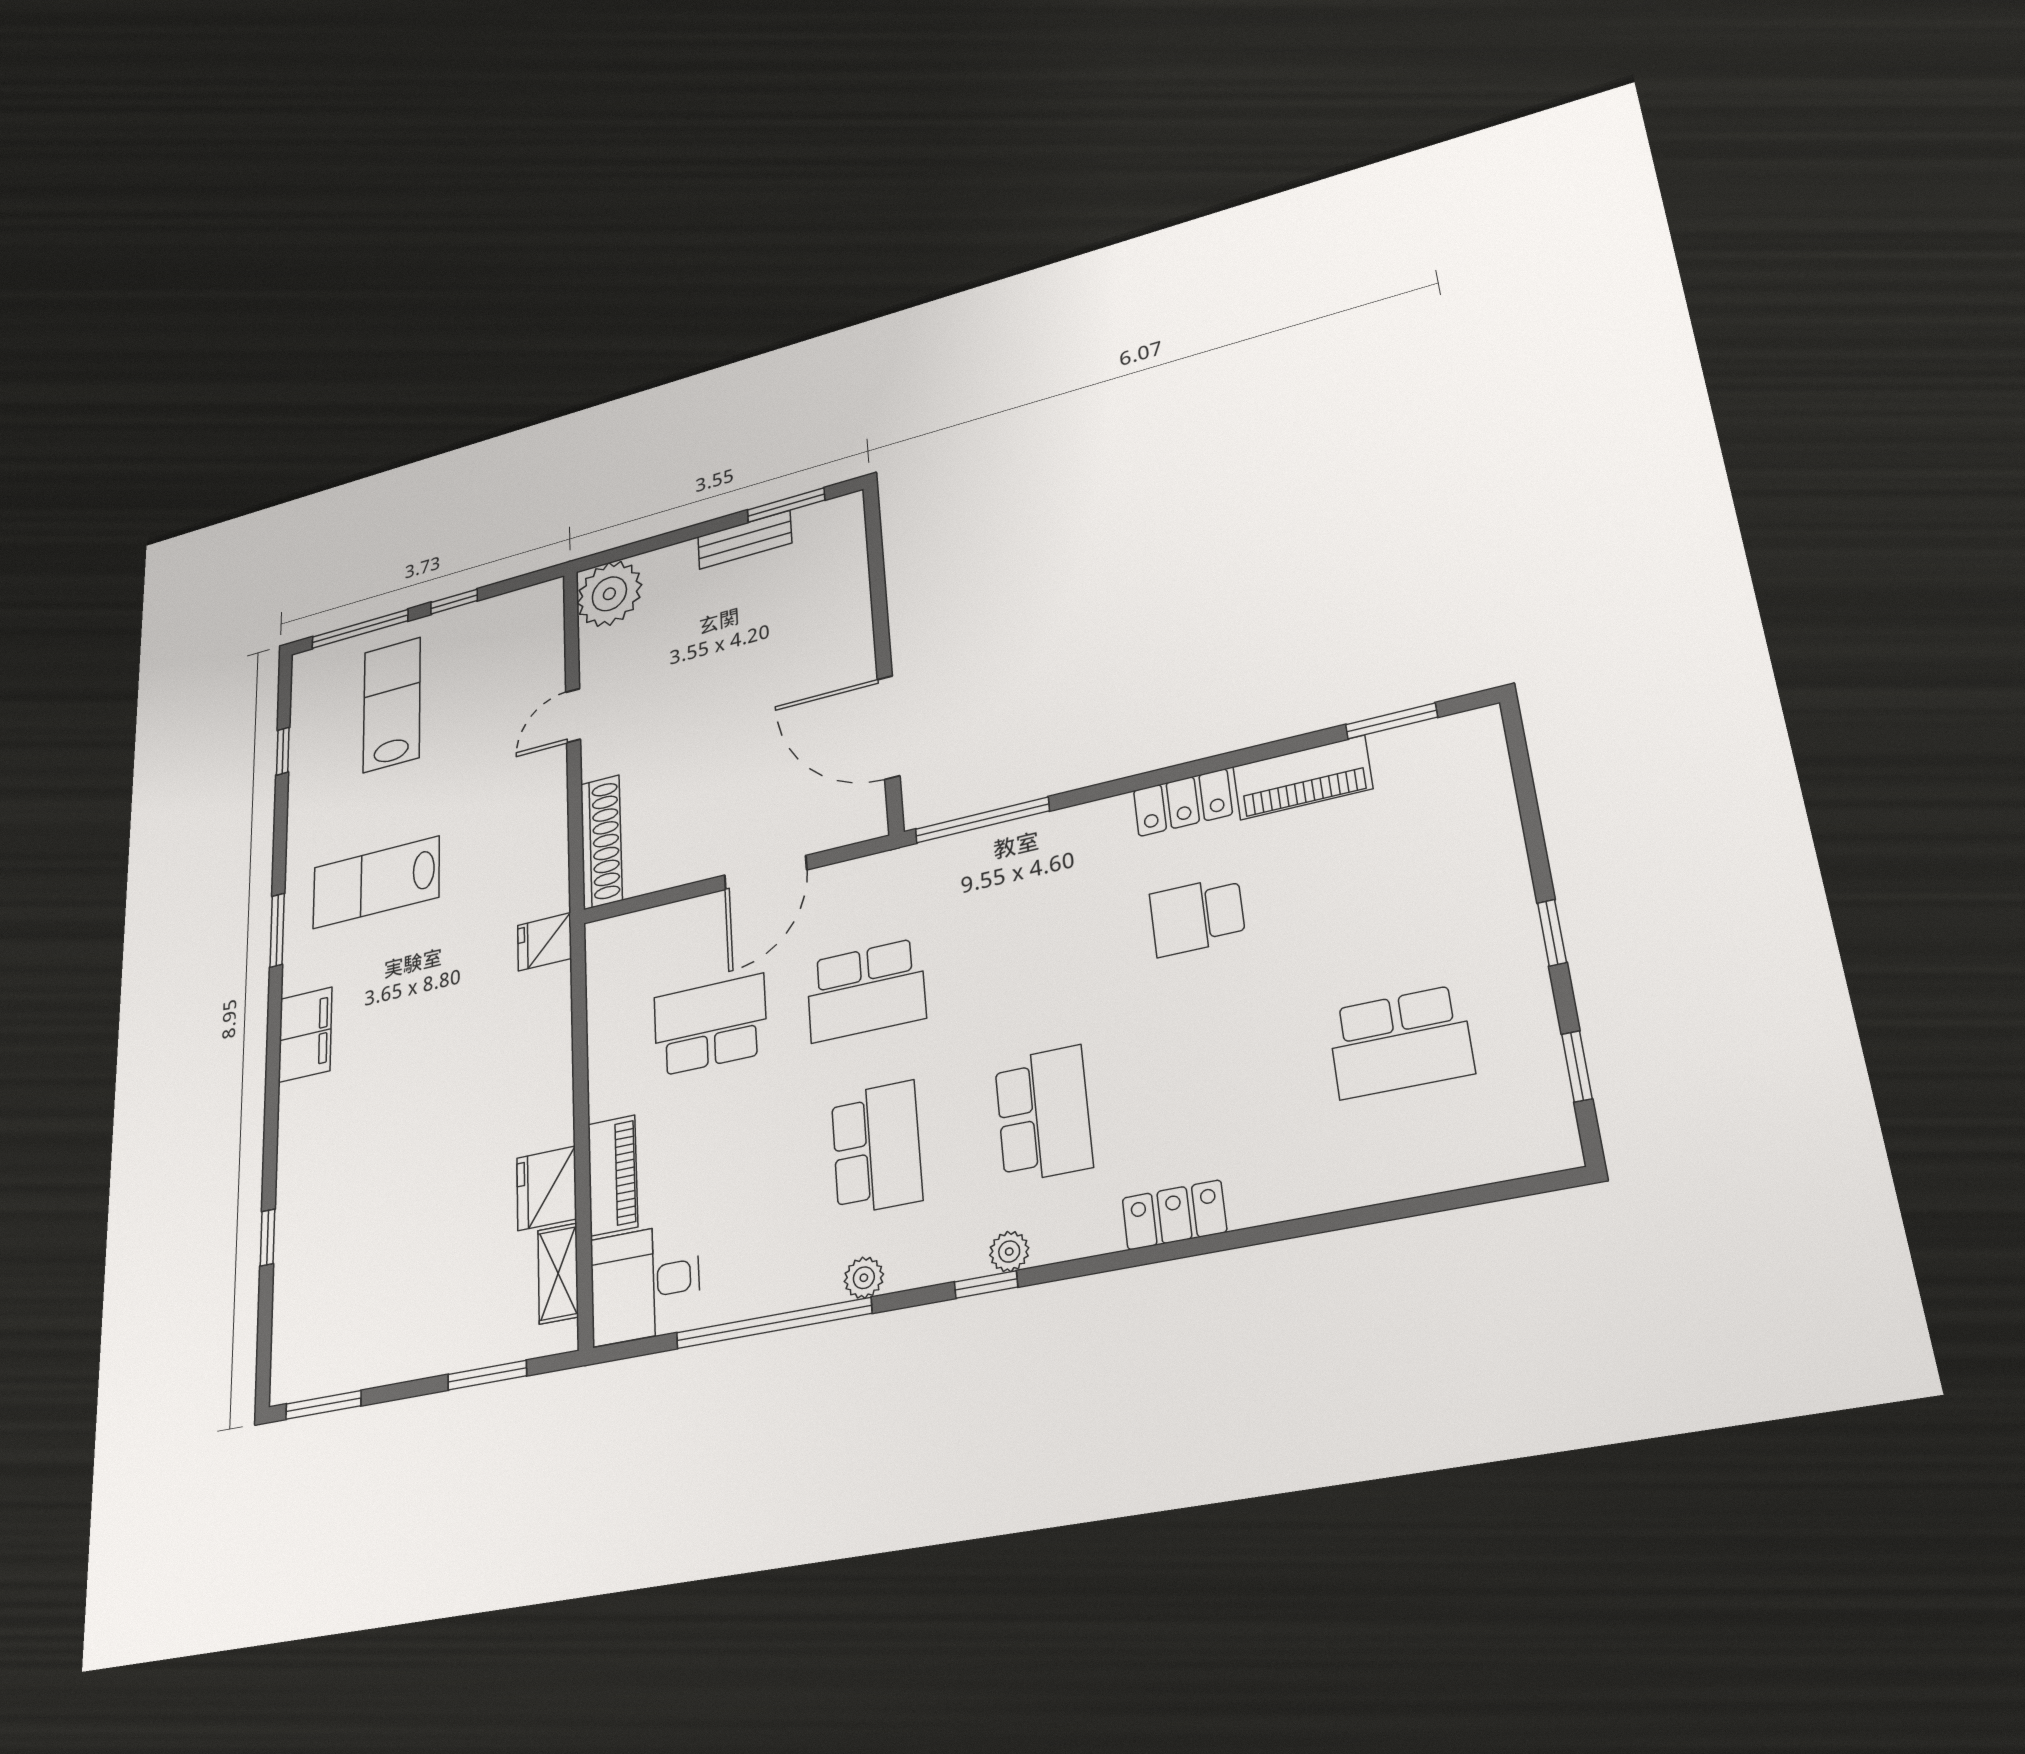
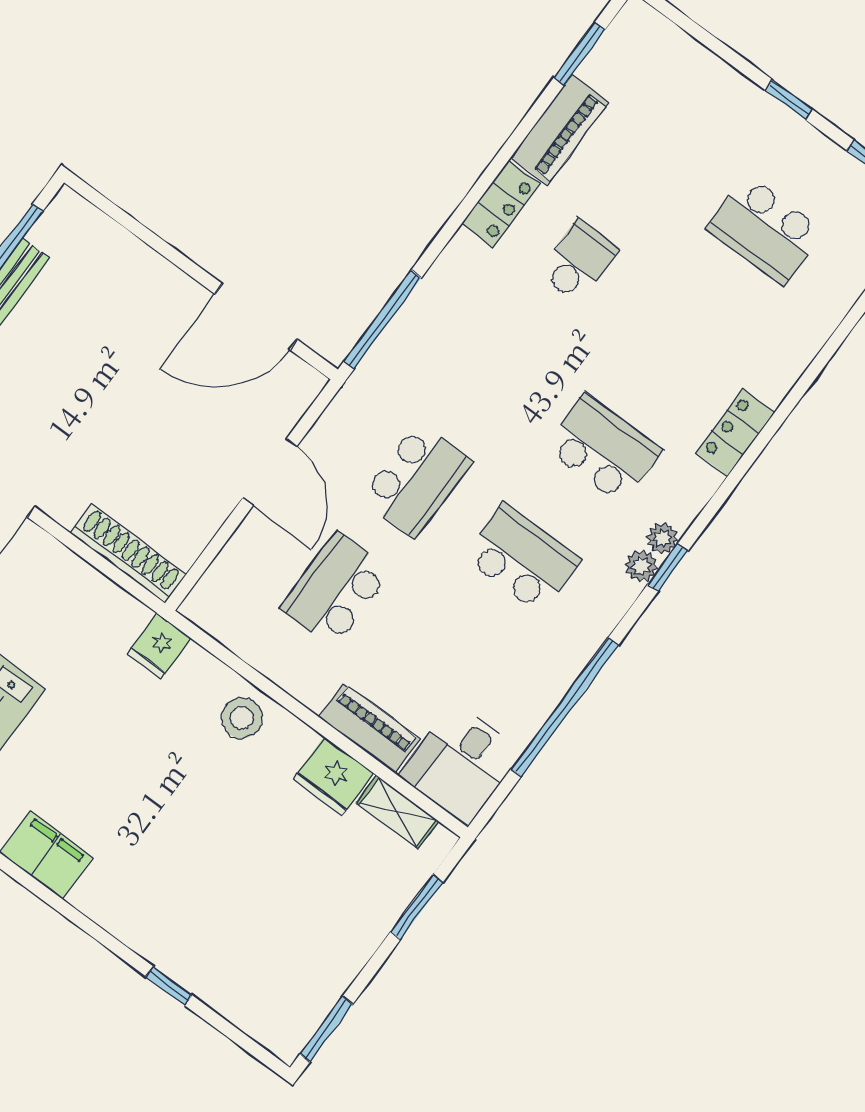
school desk: (1197, 916) -> (578, 261), turned 180
school desk: (1400, 1042) -> (765, 230), turned 90
stool: (537, 1065) -> (242, 718), added
plant: (864, 1278) -> (641, 566), moved

